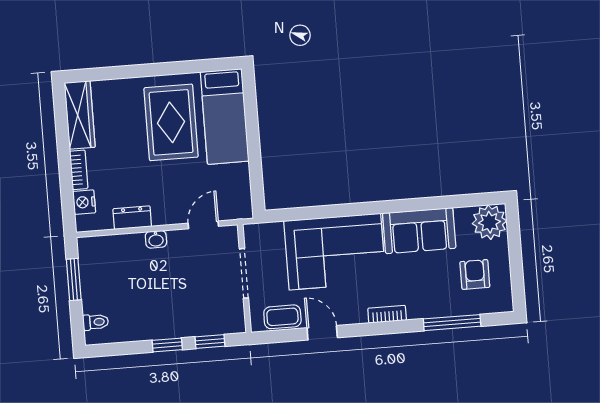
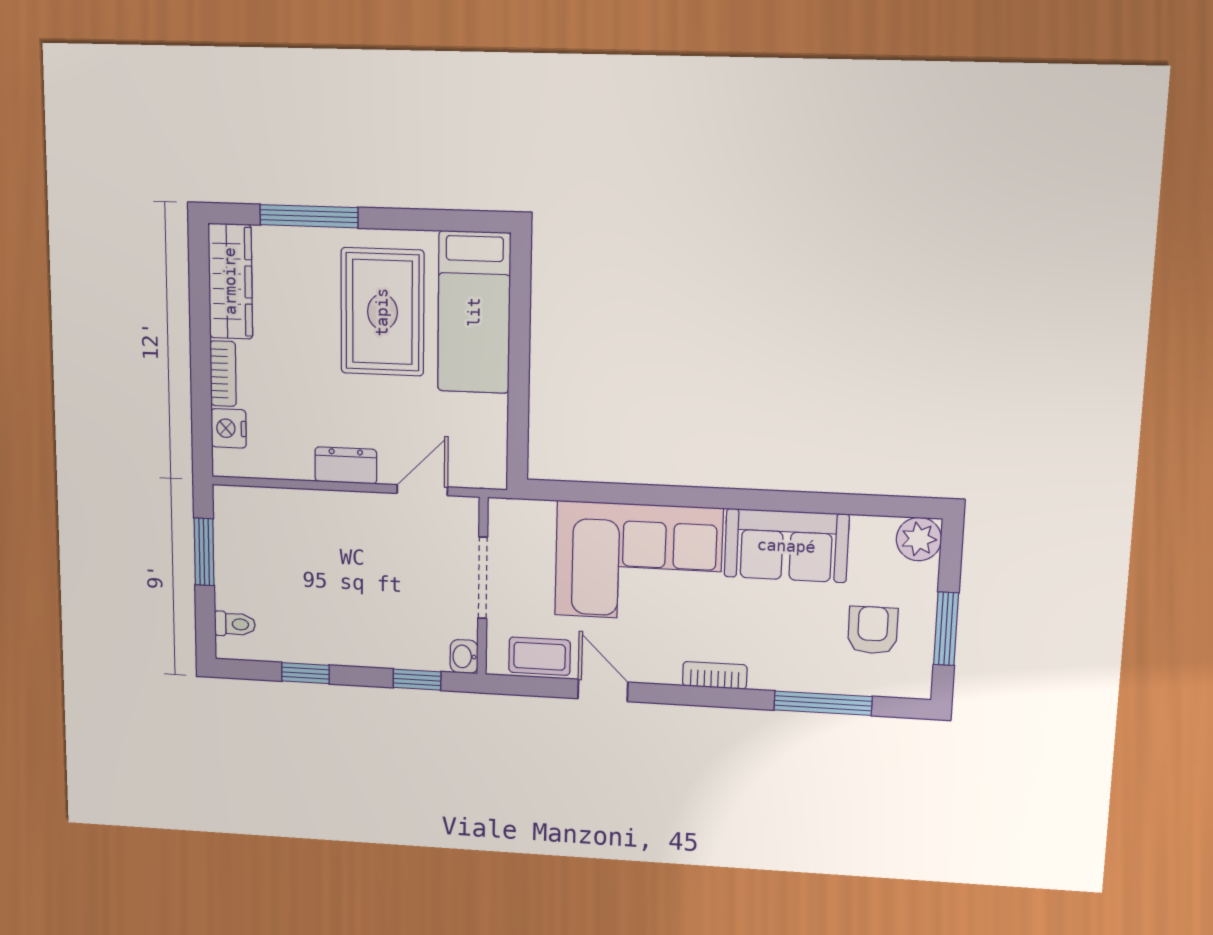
window: (124, 72) -> (309, 216), added
dresser: (132, 218) -> (346, 465), moved
plant: (489, 222) -> (919, 539), width x0.73, depth x0.73
washbasin: (156, 239) -> (464, 657), moved, turned 90
window: (516, 268) -> (946, 629), added
window: (167, 345) -> (305, 673), moved

